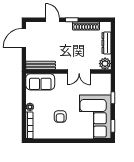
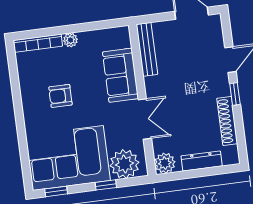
double door: (79, 71) -> (145, 119), swing flipped
sofa: (40, 82) -> (120, 75), moved
plant: (103, 86) -> (125, 164), added

